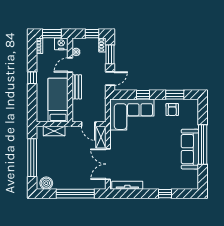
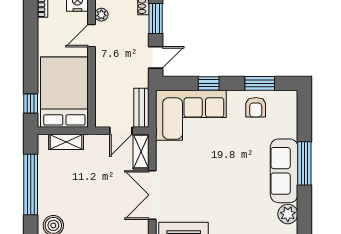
window: (32, 78) -> (31, 103), moved
bench: (77, 87) -> (141, 108), moved
bed: (58, 100) -> (64, 92), width x1.50
door: (88, 124) -> (121, 131), hinge flipped
window: (203, 145) -> (304, 163), width x0.68
plant: (192, 176) -> (288, 214), added

